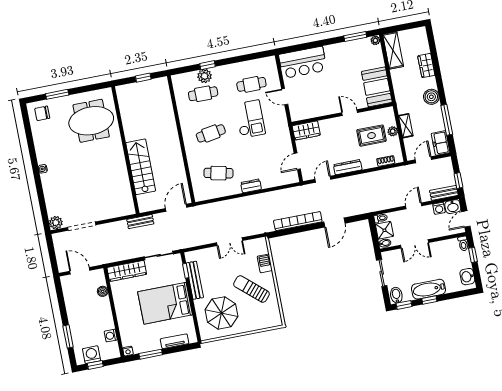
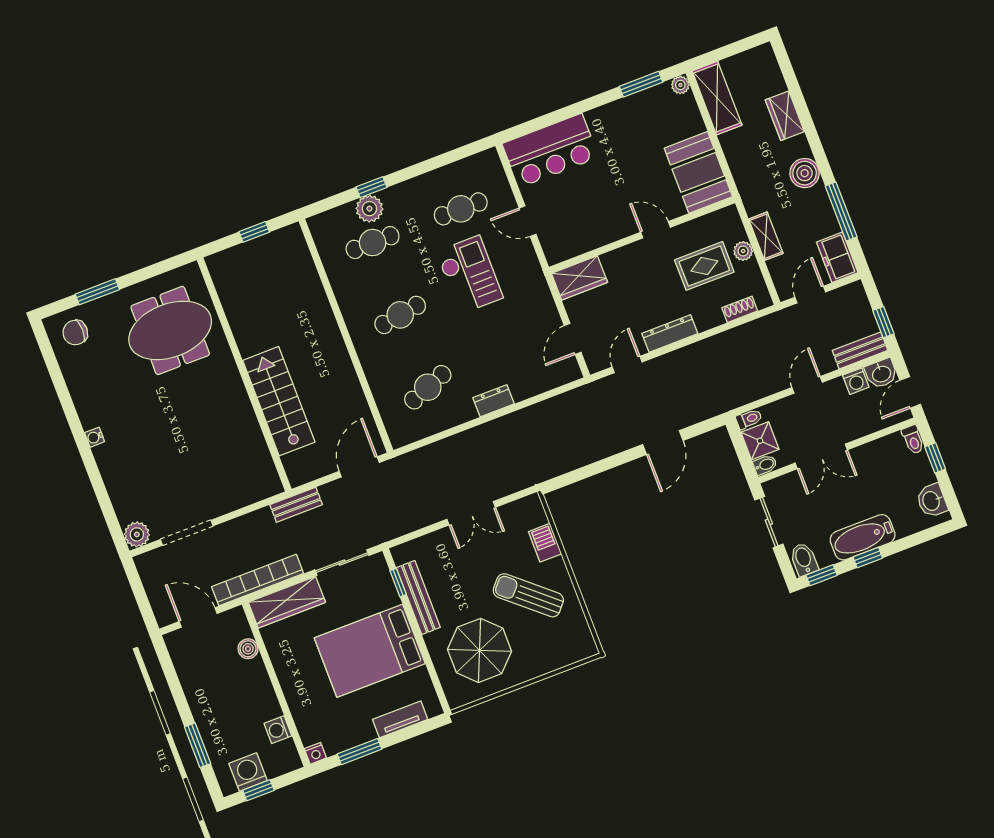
cafe table: (218, 173) -> (428, 387), turned -33
bookcase: (298, 221) -> (258, 580), moved

